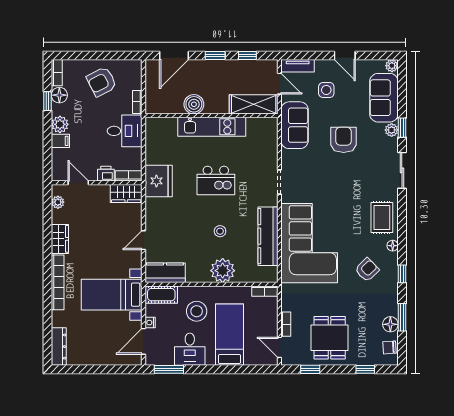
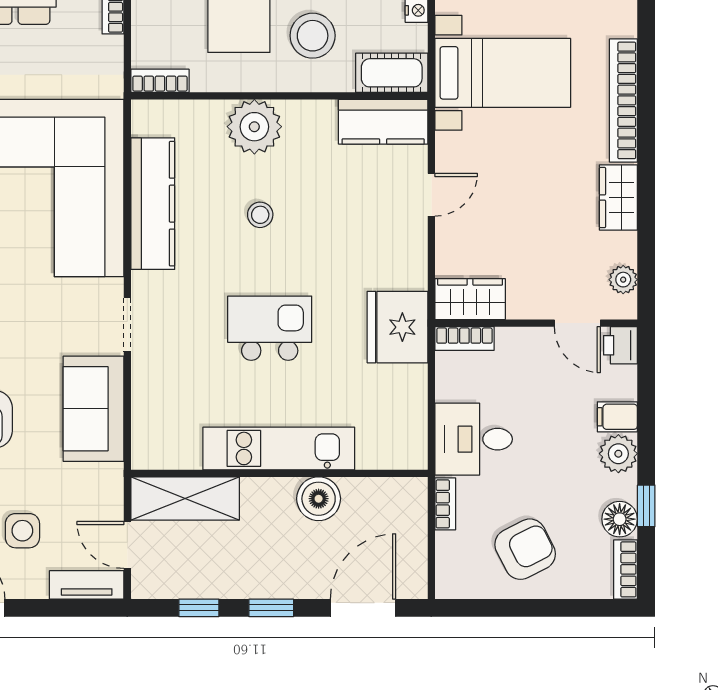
sofa: (295, 125) -> (93, 409), moved
printer: (106, 174) -> (620, 345), moved, turned 90

